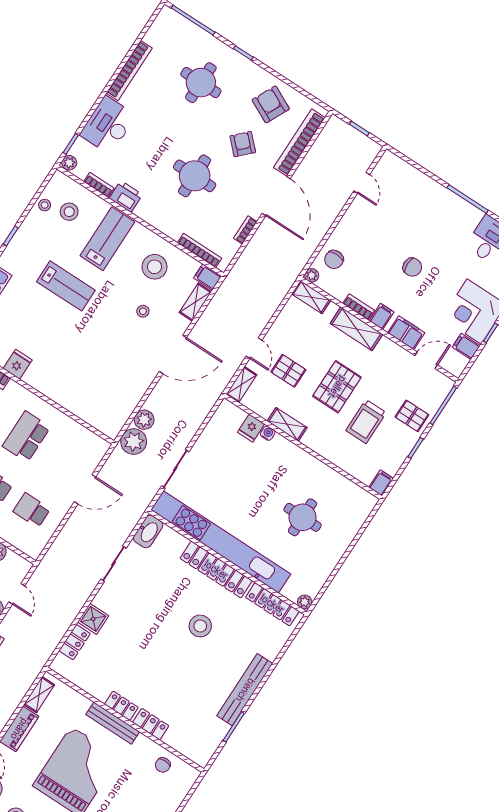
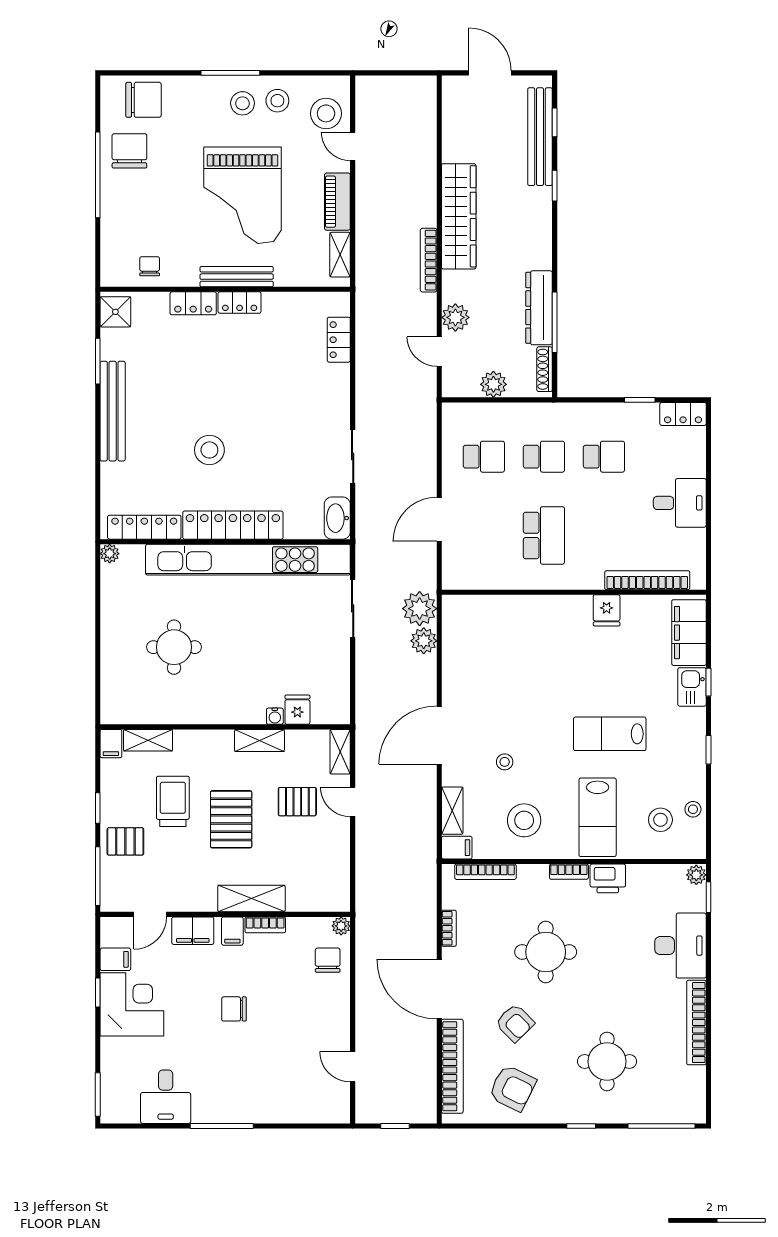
bookcase: (99, 185) -> (569, 872), moved
shelving: (311, 297) -> (148, 740), moved
shower: (93, 619) -> (115, 312), moved

